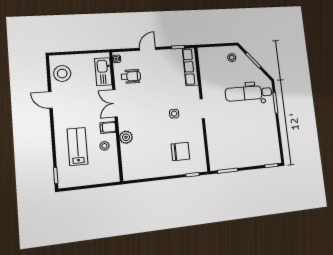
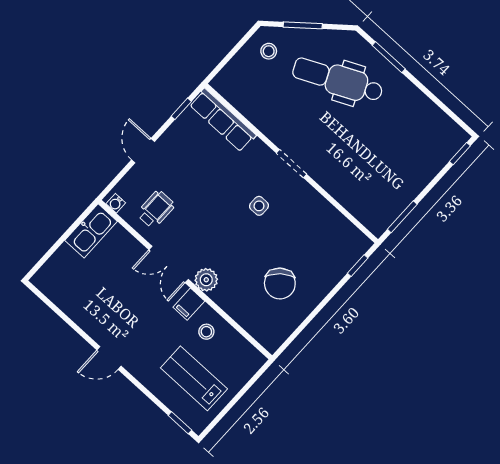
kitchen sink: (103, 72) -> (91, 231), moved, turned -90
stool: (62, 73) -> (66, 288), removed
dental chair: (249, 93) -> (338, 80), turned 65
door: (50, 100) -> (109, 358), moved
plant: (126, 137) -> (206, 280), moved
lab bench: (77, 146) -> (194, 378), moved
chair: (180, 151) -> (280, 283), moved, turned 140

